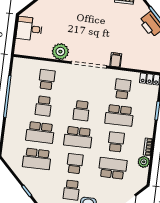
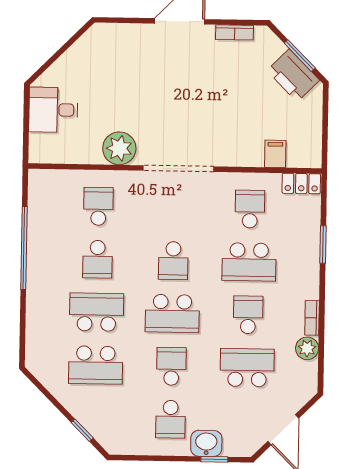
filing cabinet: (116, 60) -> (275, 154), moved
school desk: (40, 132) -> (97, 312), turned 180

